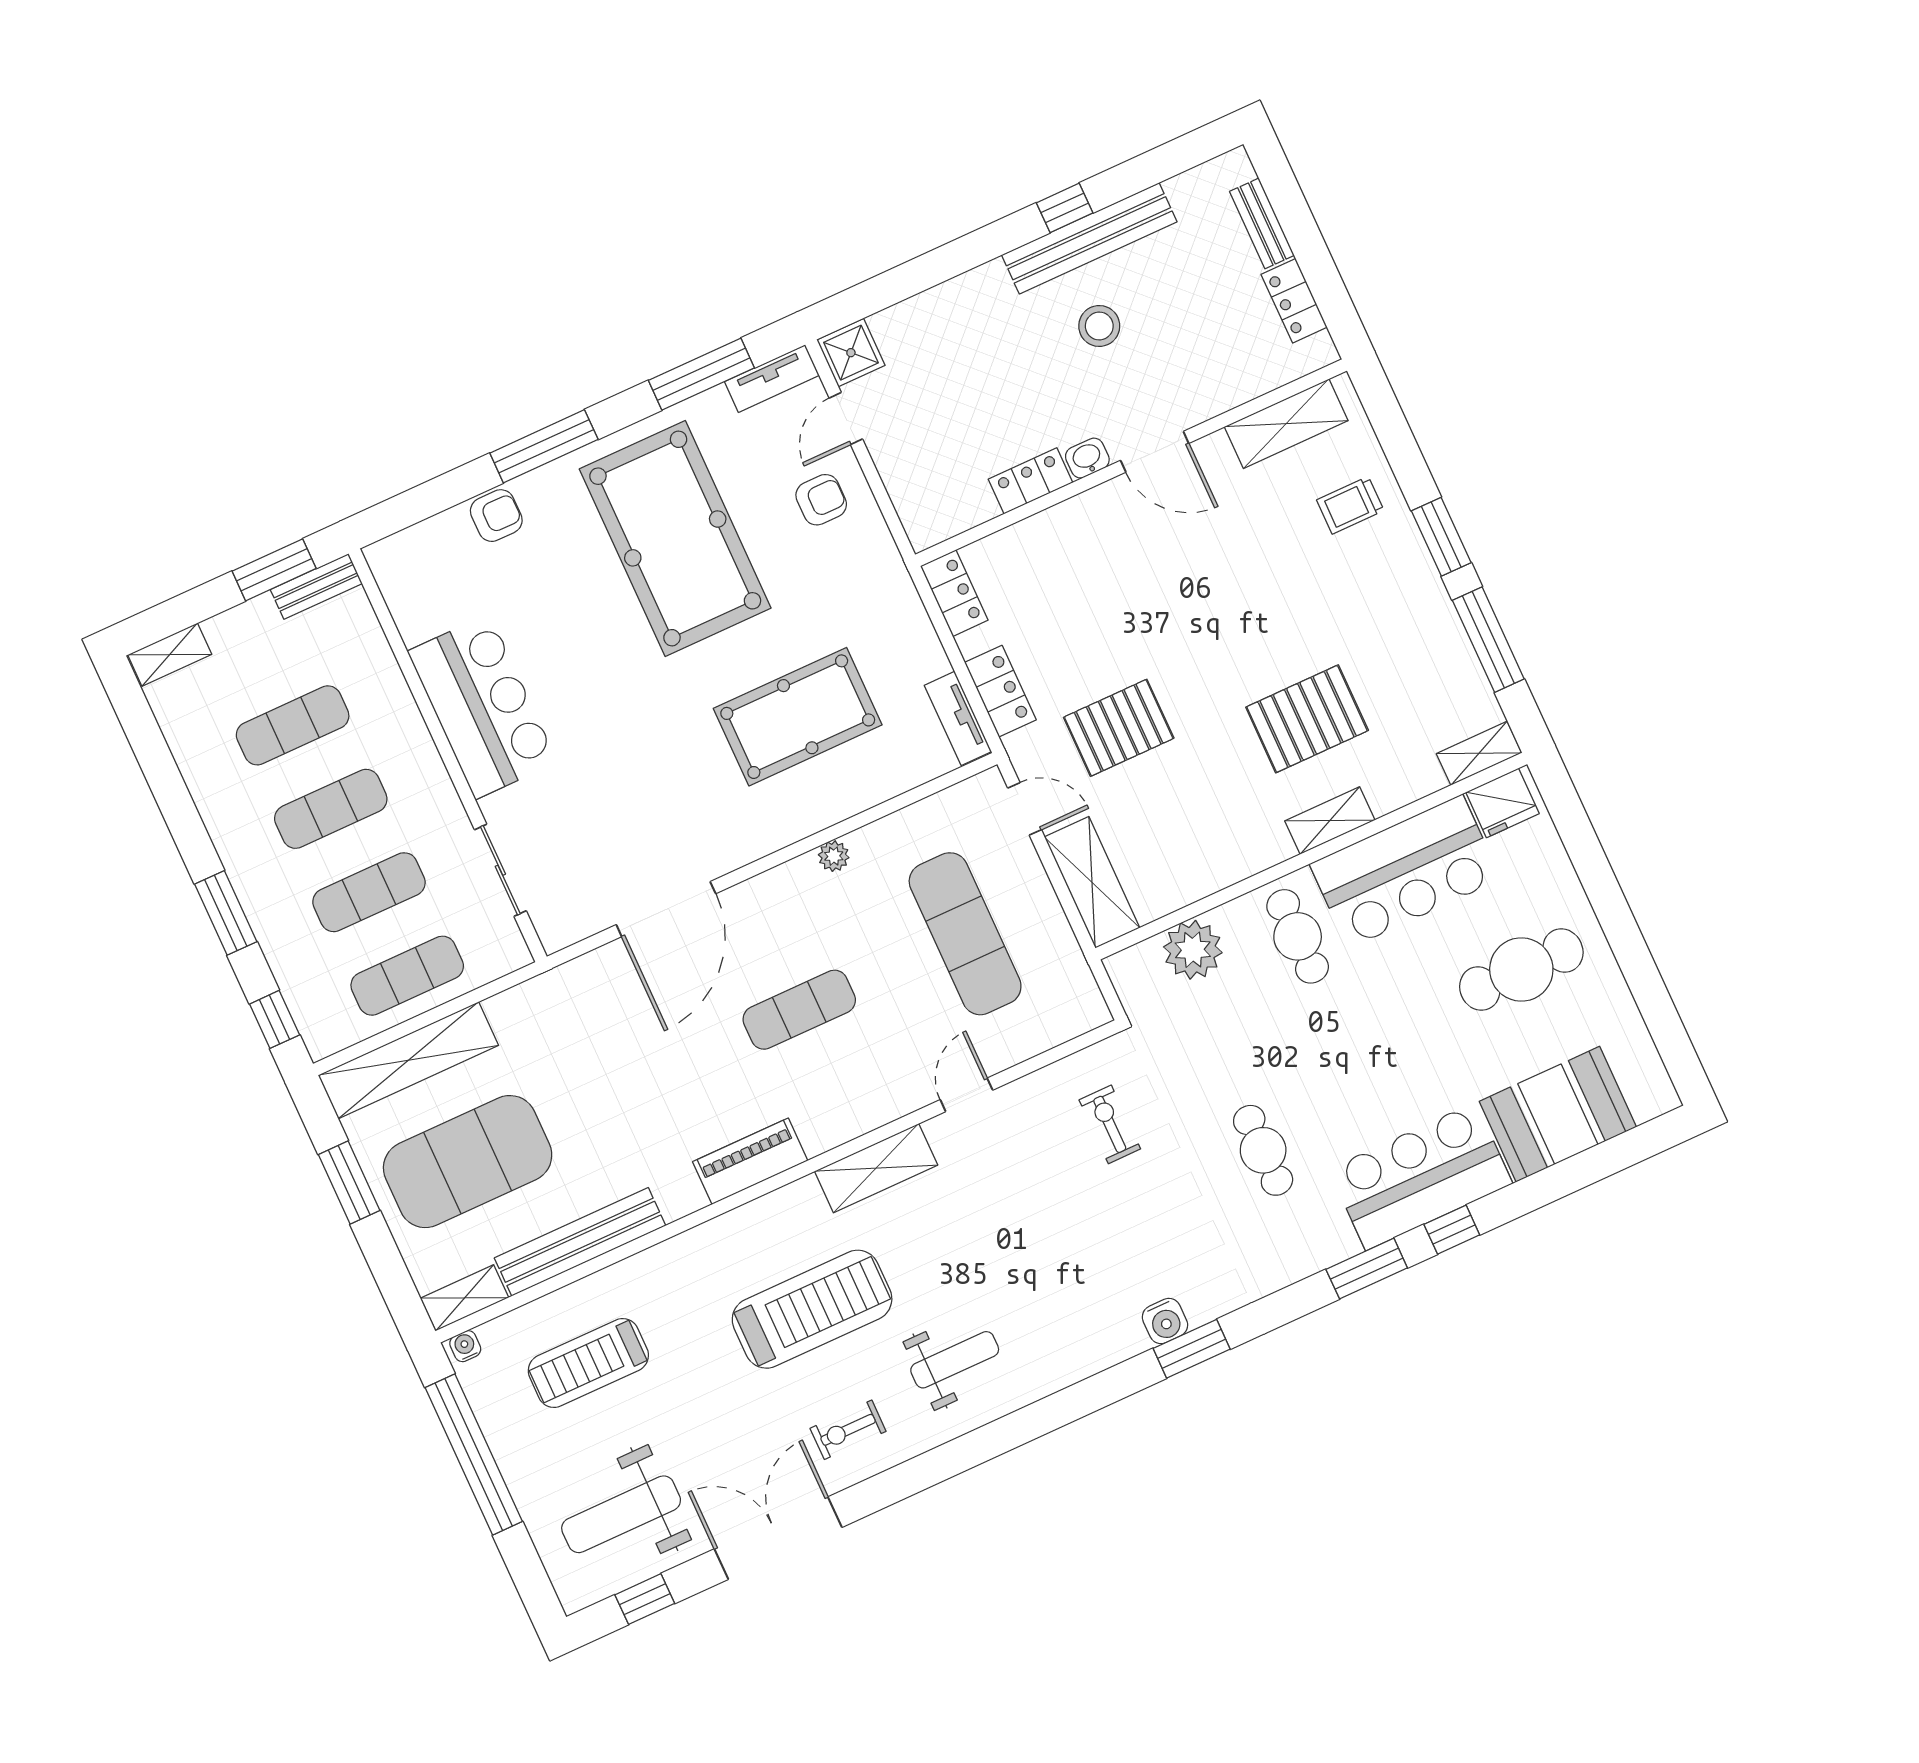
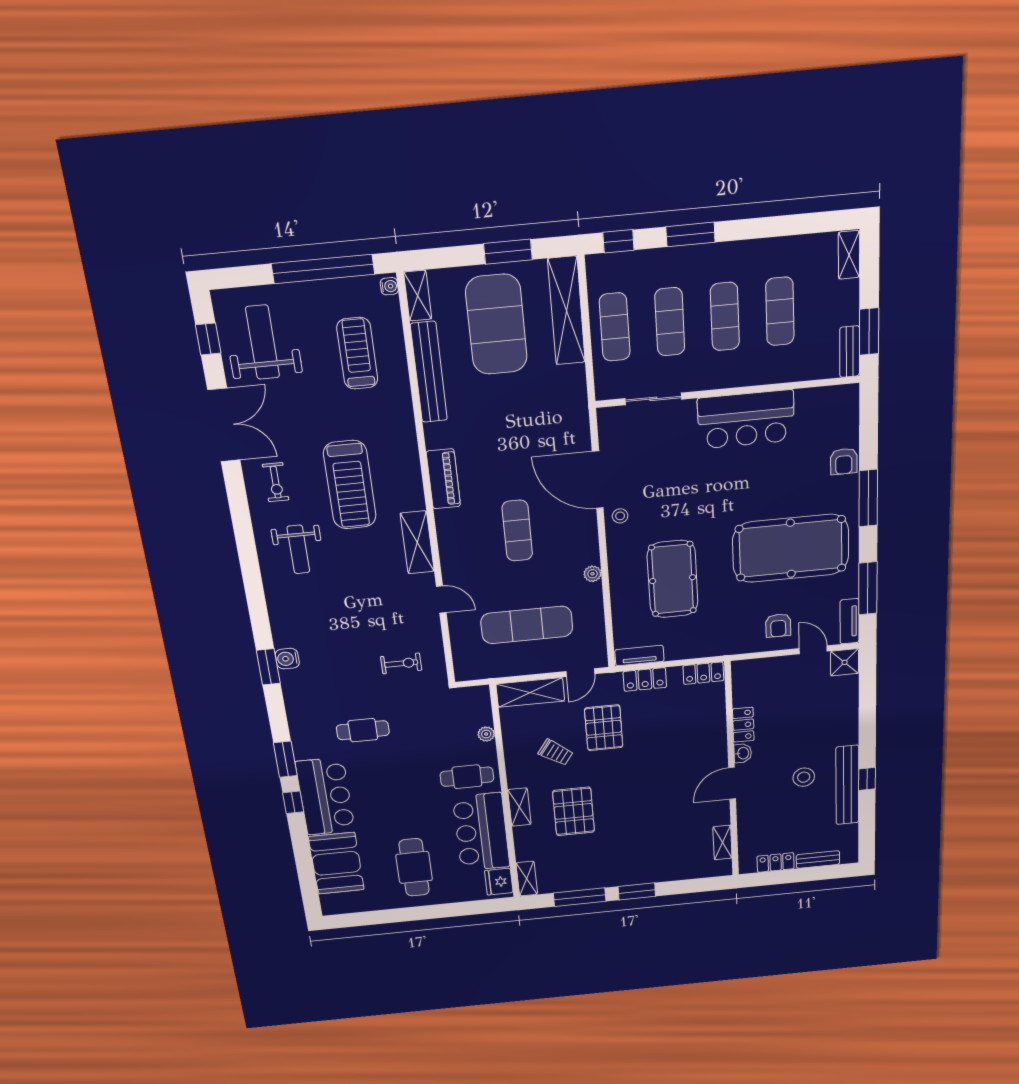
shelving: (1286, 424) -> (722, 843), width x0.67, depth x0.75
trolley: (1350, 505) -> (556, 753), moved, turned 125
stool: (716, 849) -> (620, 516), added
plant: (1193, 950) -> (486, 734), width x0.53, depth x0.53
exercise bike: (848, 1430) -> (276, 482), turned 180

